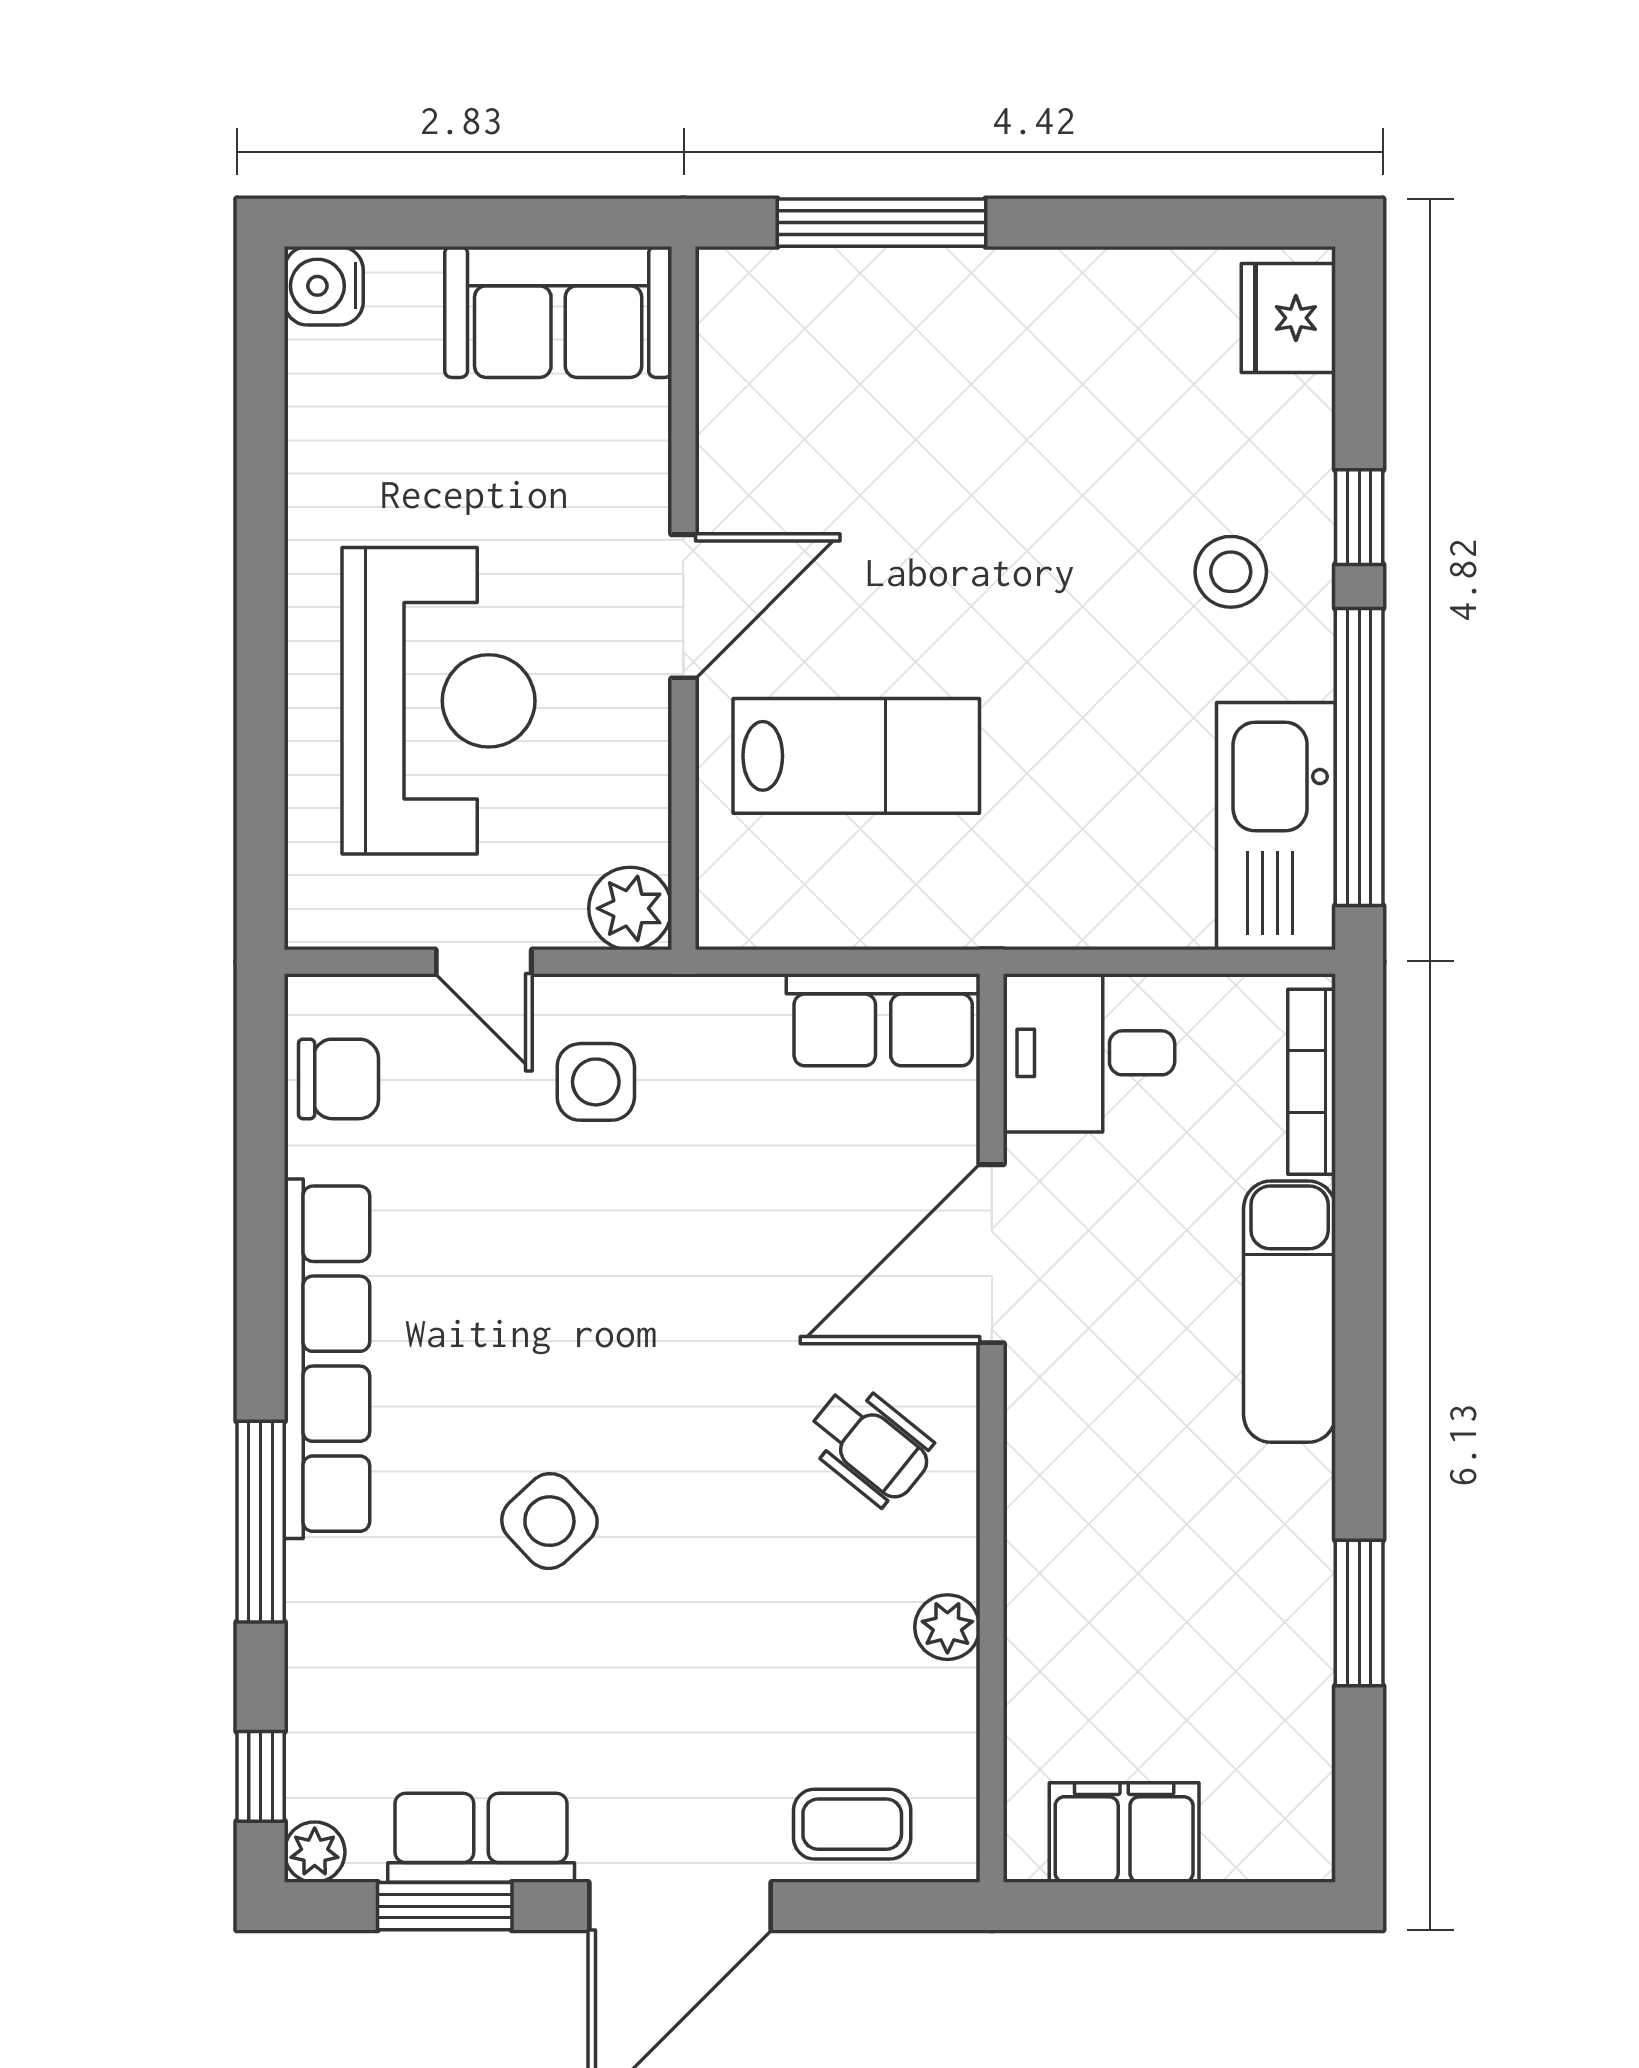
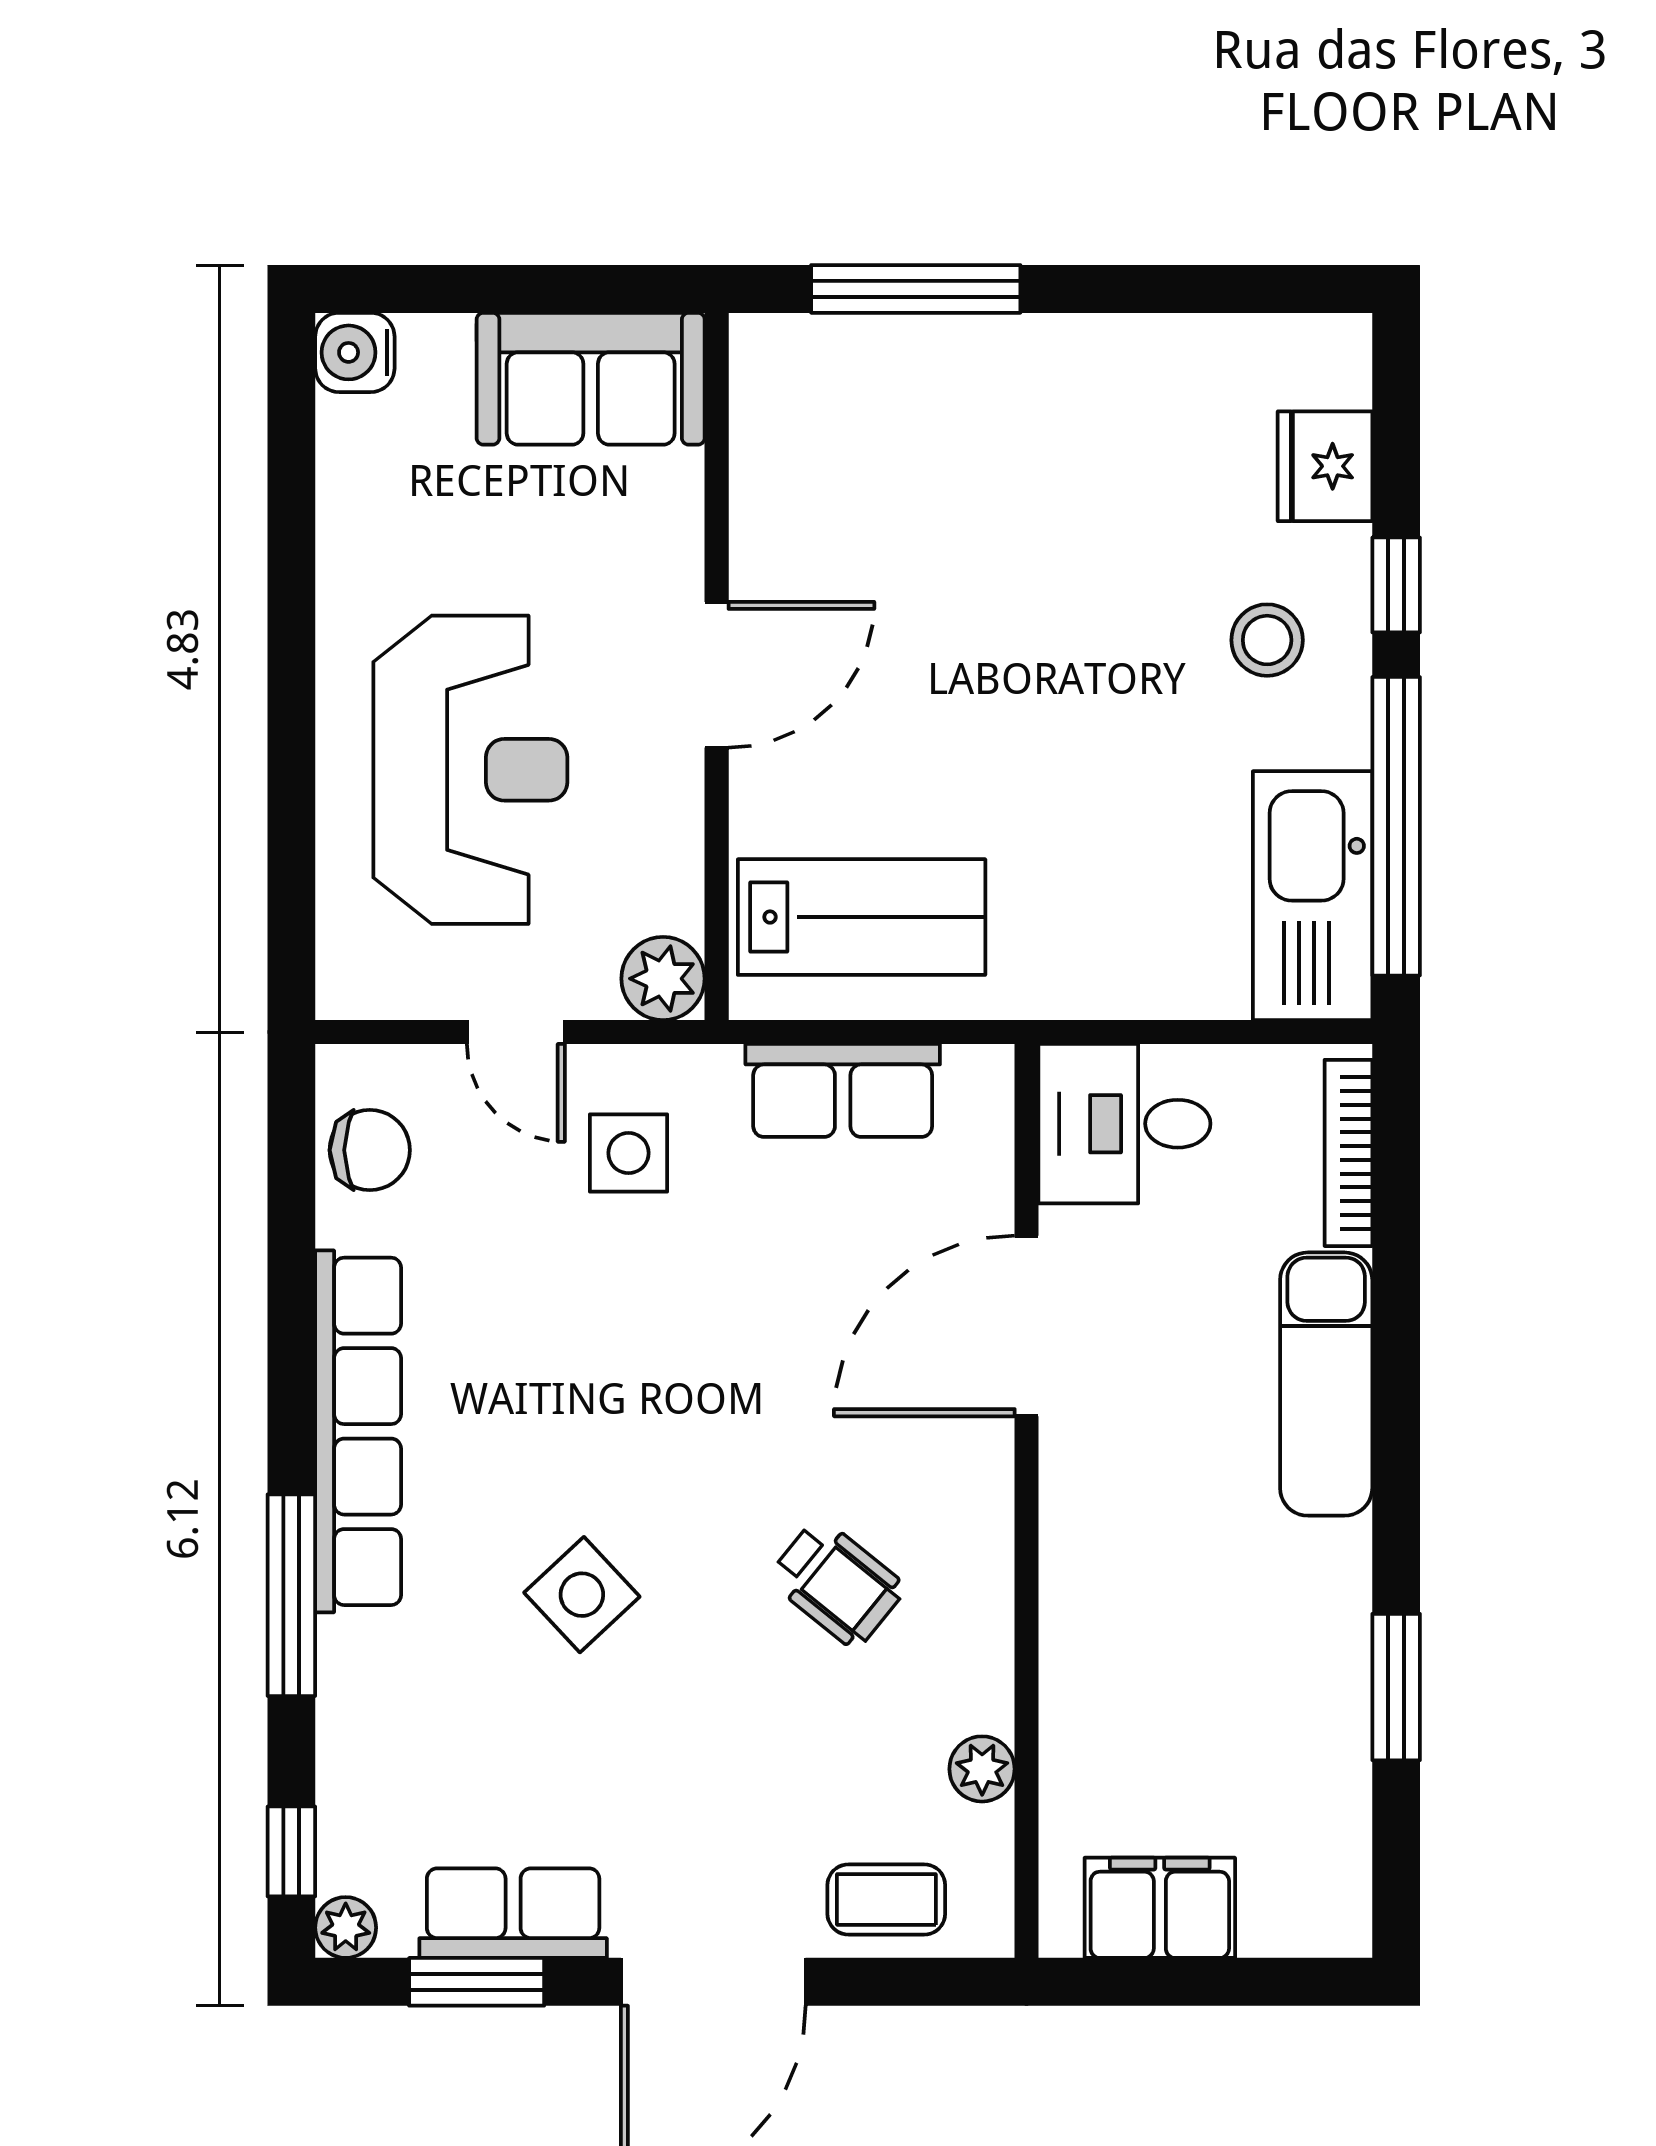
fridge: (1288, 318) -> (1325, 466), moved
lab bench: (856, 756) -> (862, 917), moved
row of seats: (883, 1020) -> (843, 1090), moved
wheelchair: (870, 1445) -> (837, 1583), moved
plant: (947, 1627) -> (982, 1769), moved

